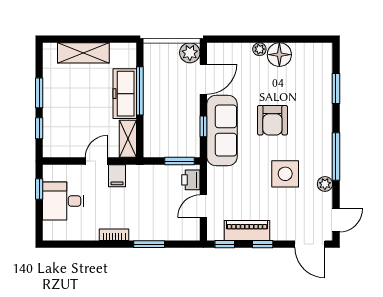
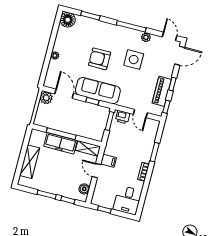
floor lamp: (279, 55) -> (68, 20), moved
armchair: (272, 120) -> (100, 59), turned 180
boiler: (63, 149) -> (84, 189), added
desk: (63, 201) -> (128, 200), moved

